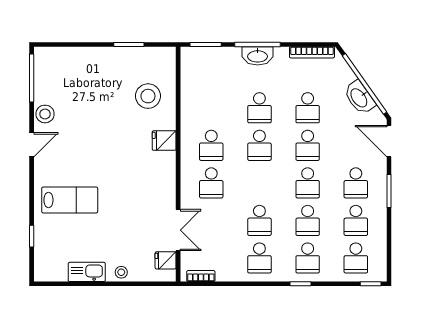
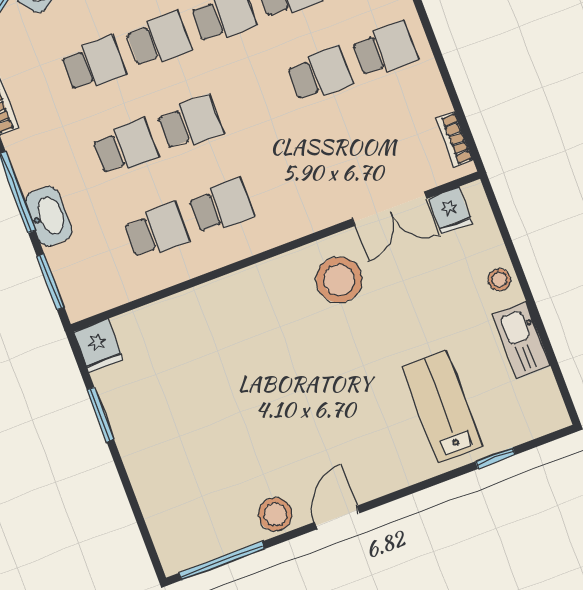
washbasin: (258, 56) -> (49, 216), moved
stool: (148, 96) -> (339, 280), moved
fridge: (164, 141) -> (98, 346), moved
door: (32, 145) -> (337, 518), hinge flipped
school desk: (211, 183) -> (157, 231), moved
lab bench: (70, 200) -> (442, 407), moved
double door: (178, 230) -> (390, 209), swing flipped

